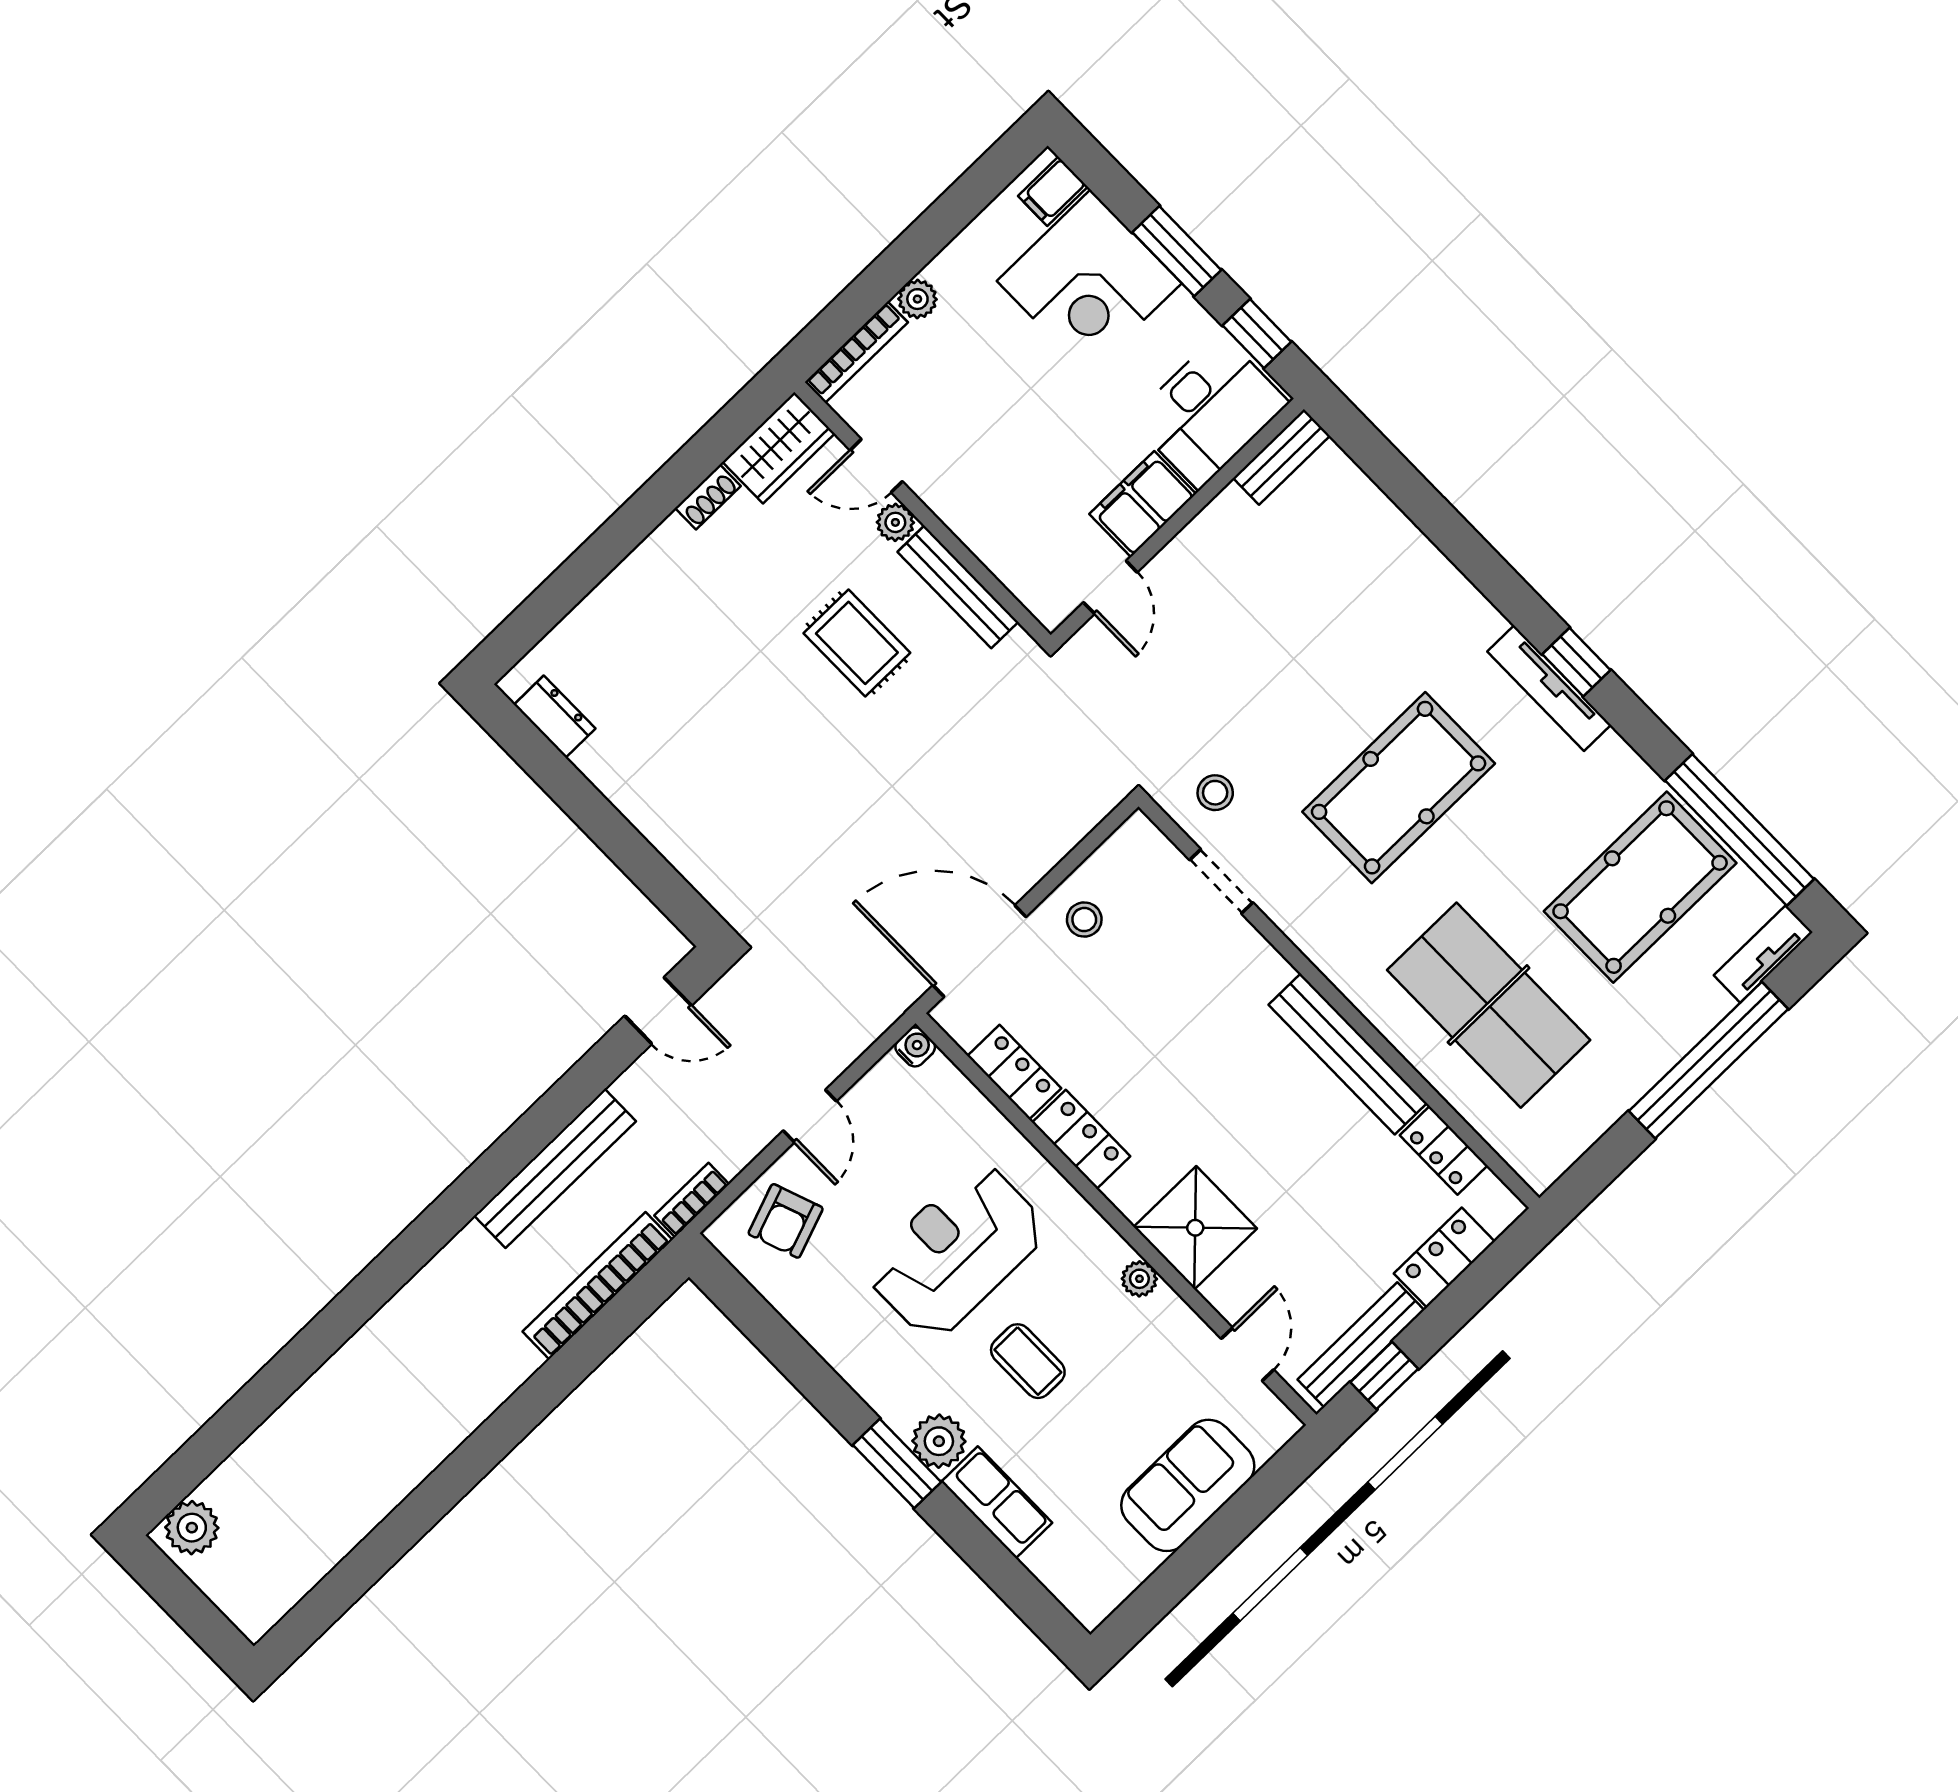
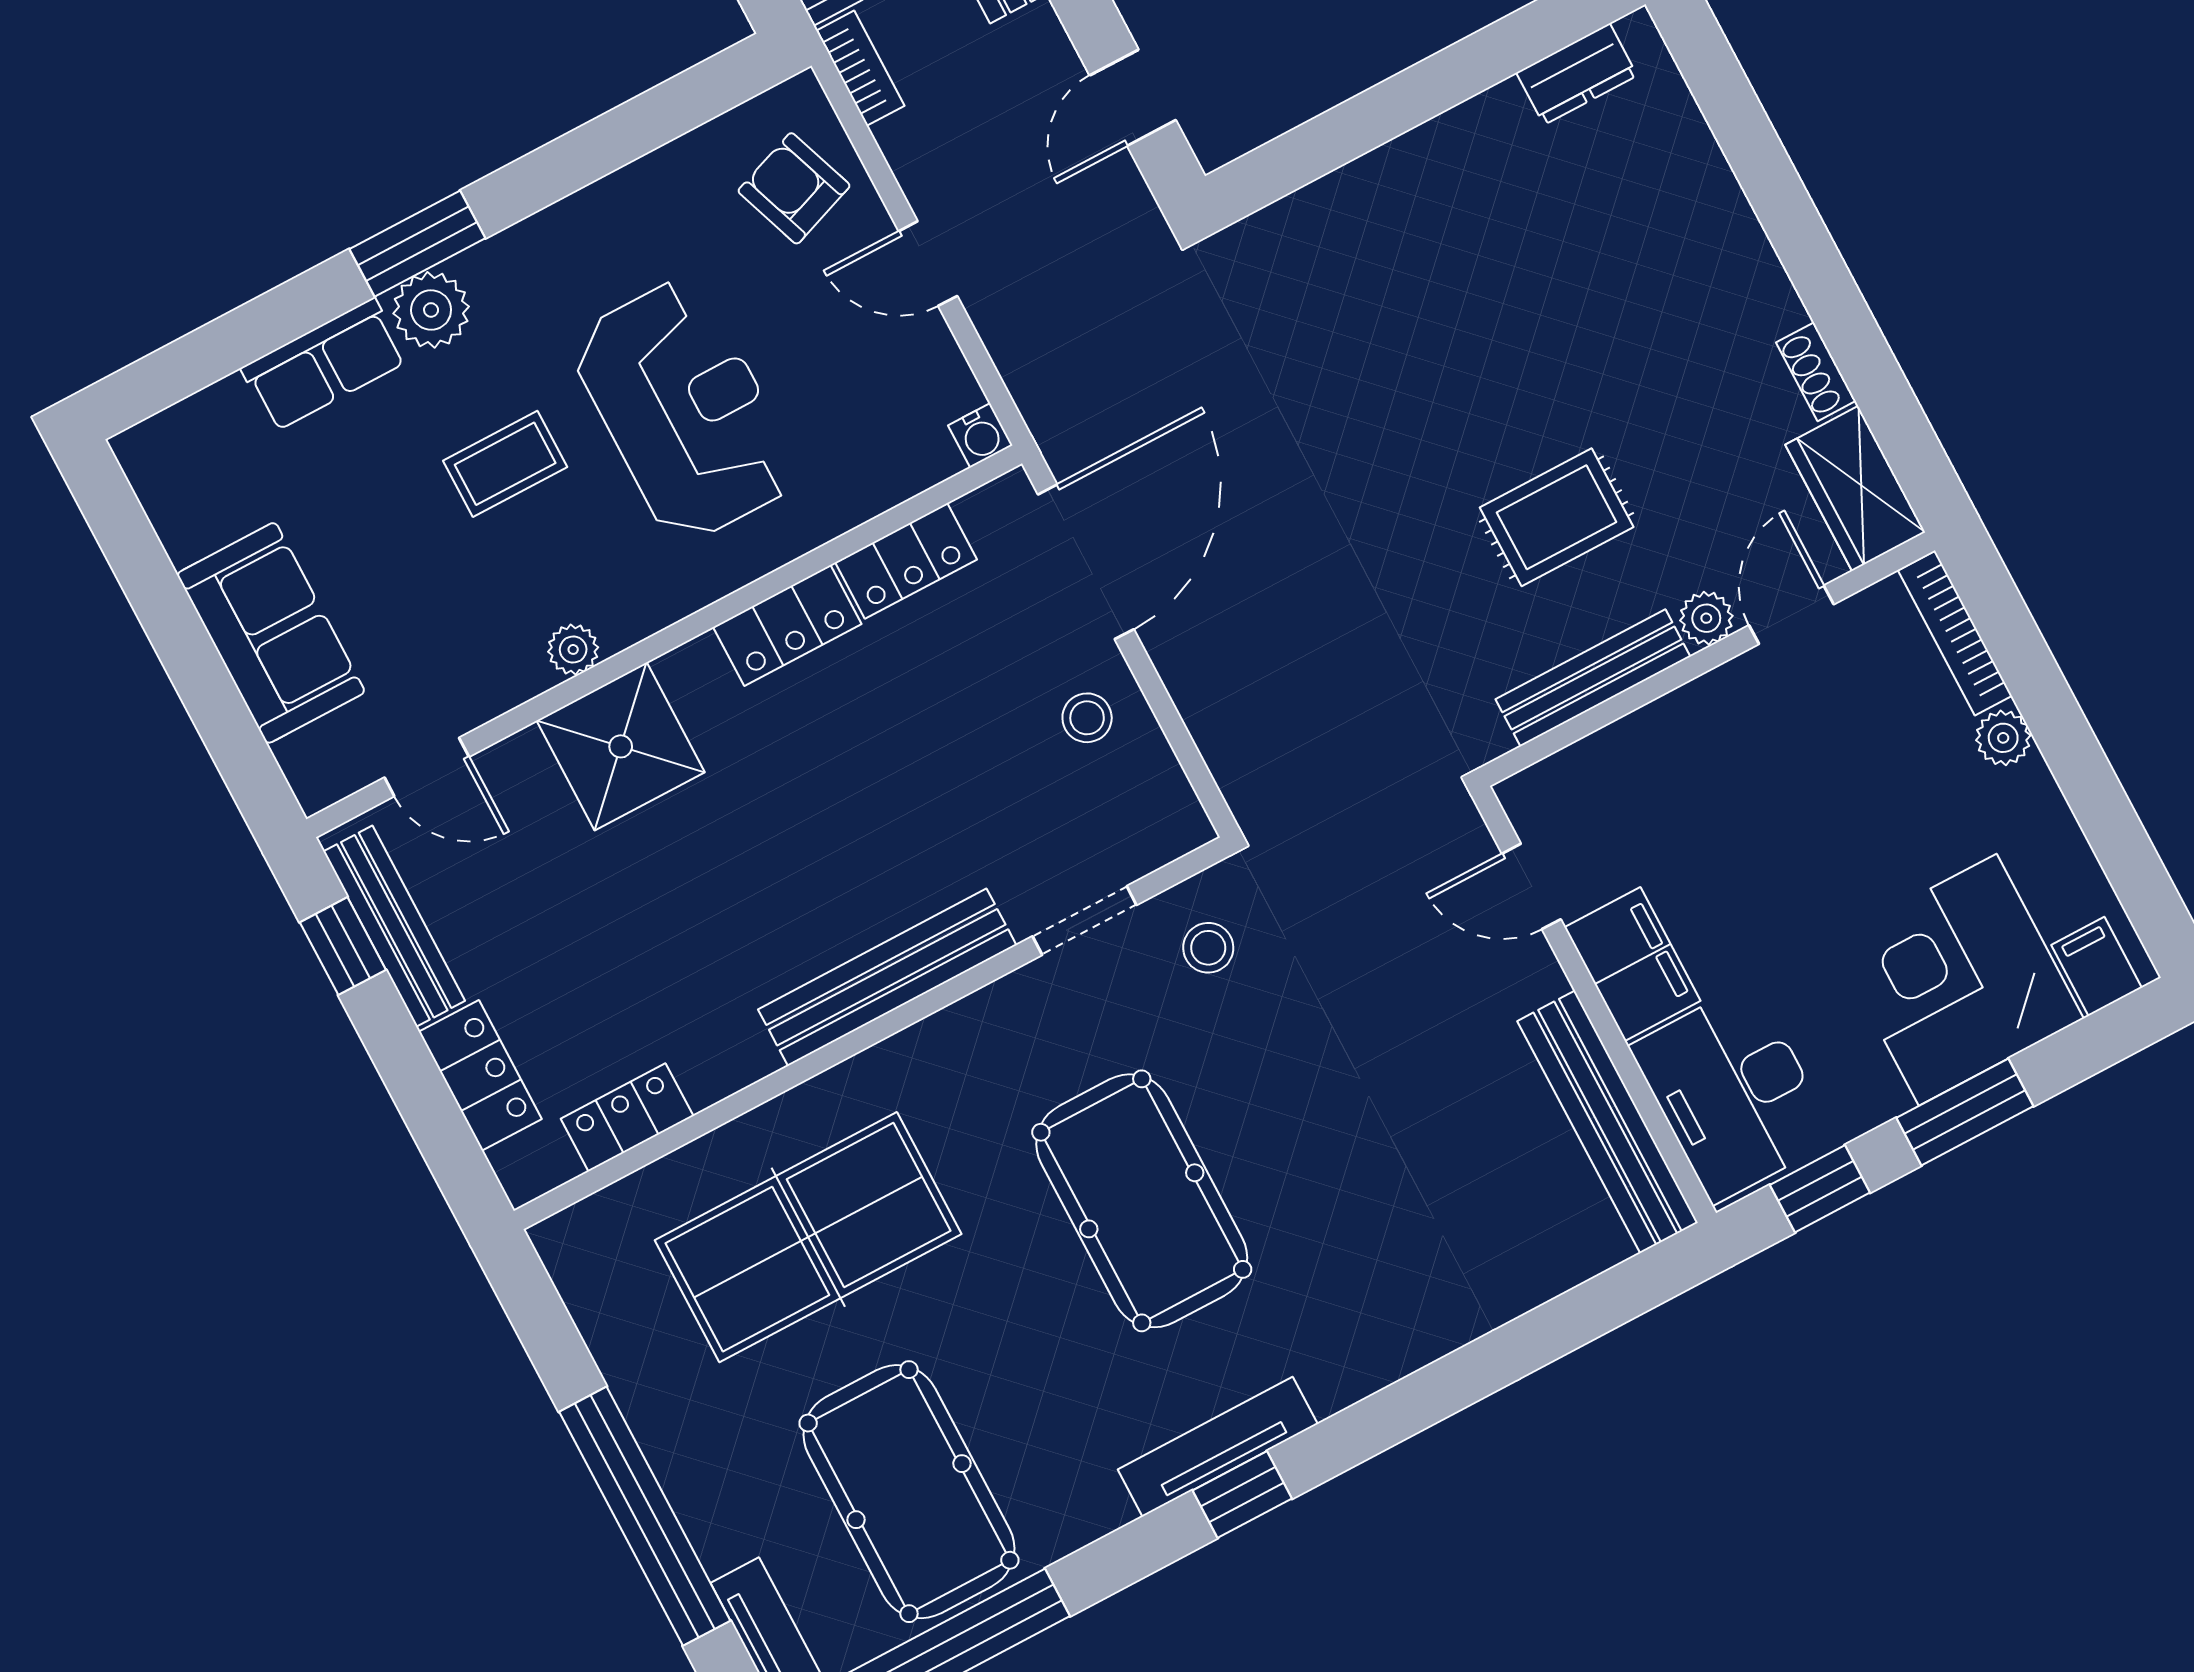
bench: (1282, 457) -> (1608, 1122), width x1.86, depth x1.21
bench: (1348, 1054) -> (887, 977), moved

